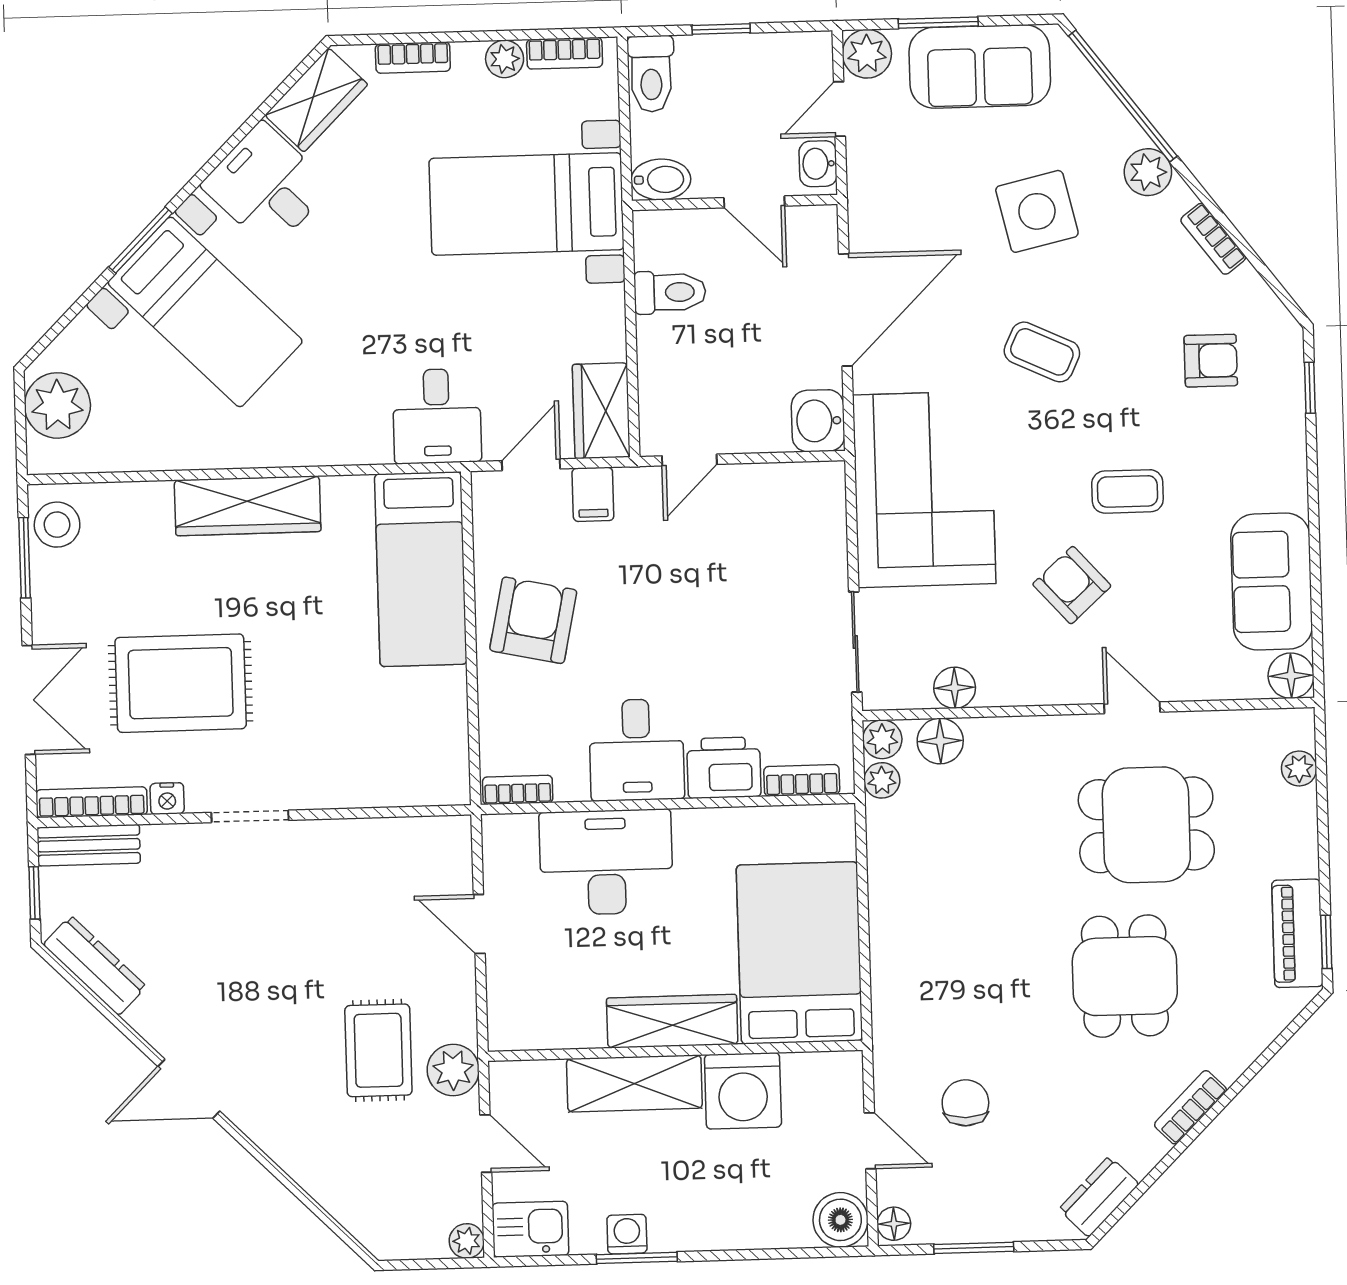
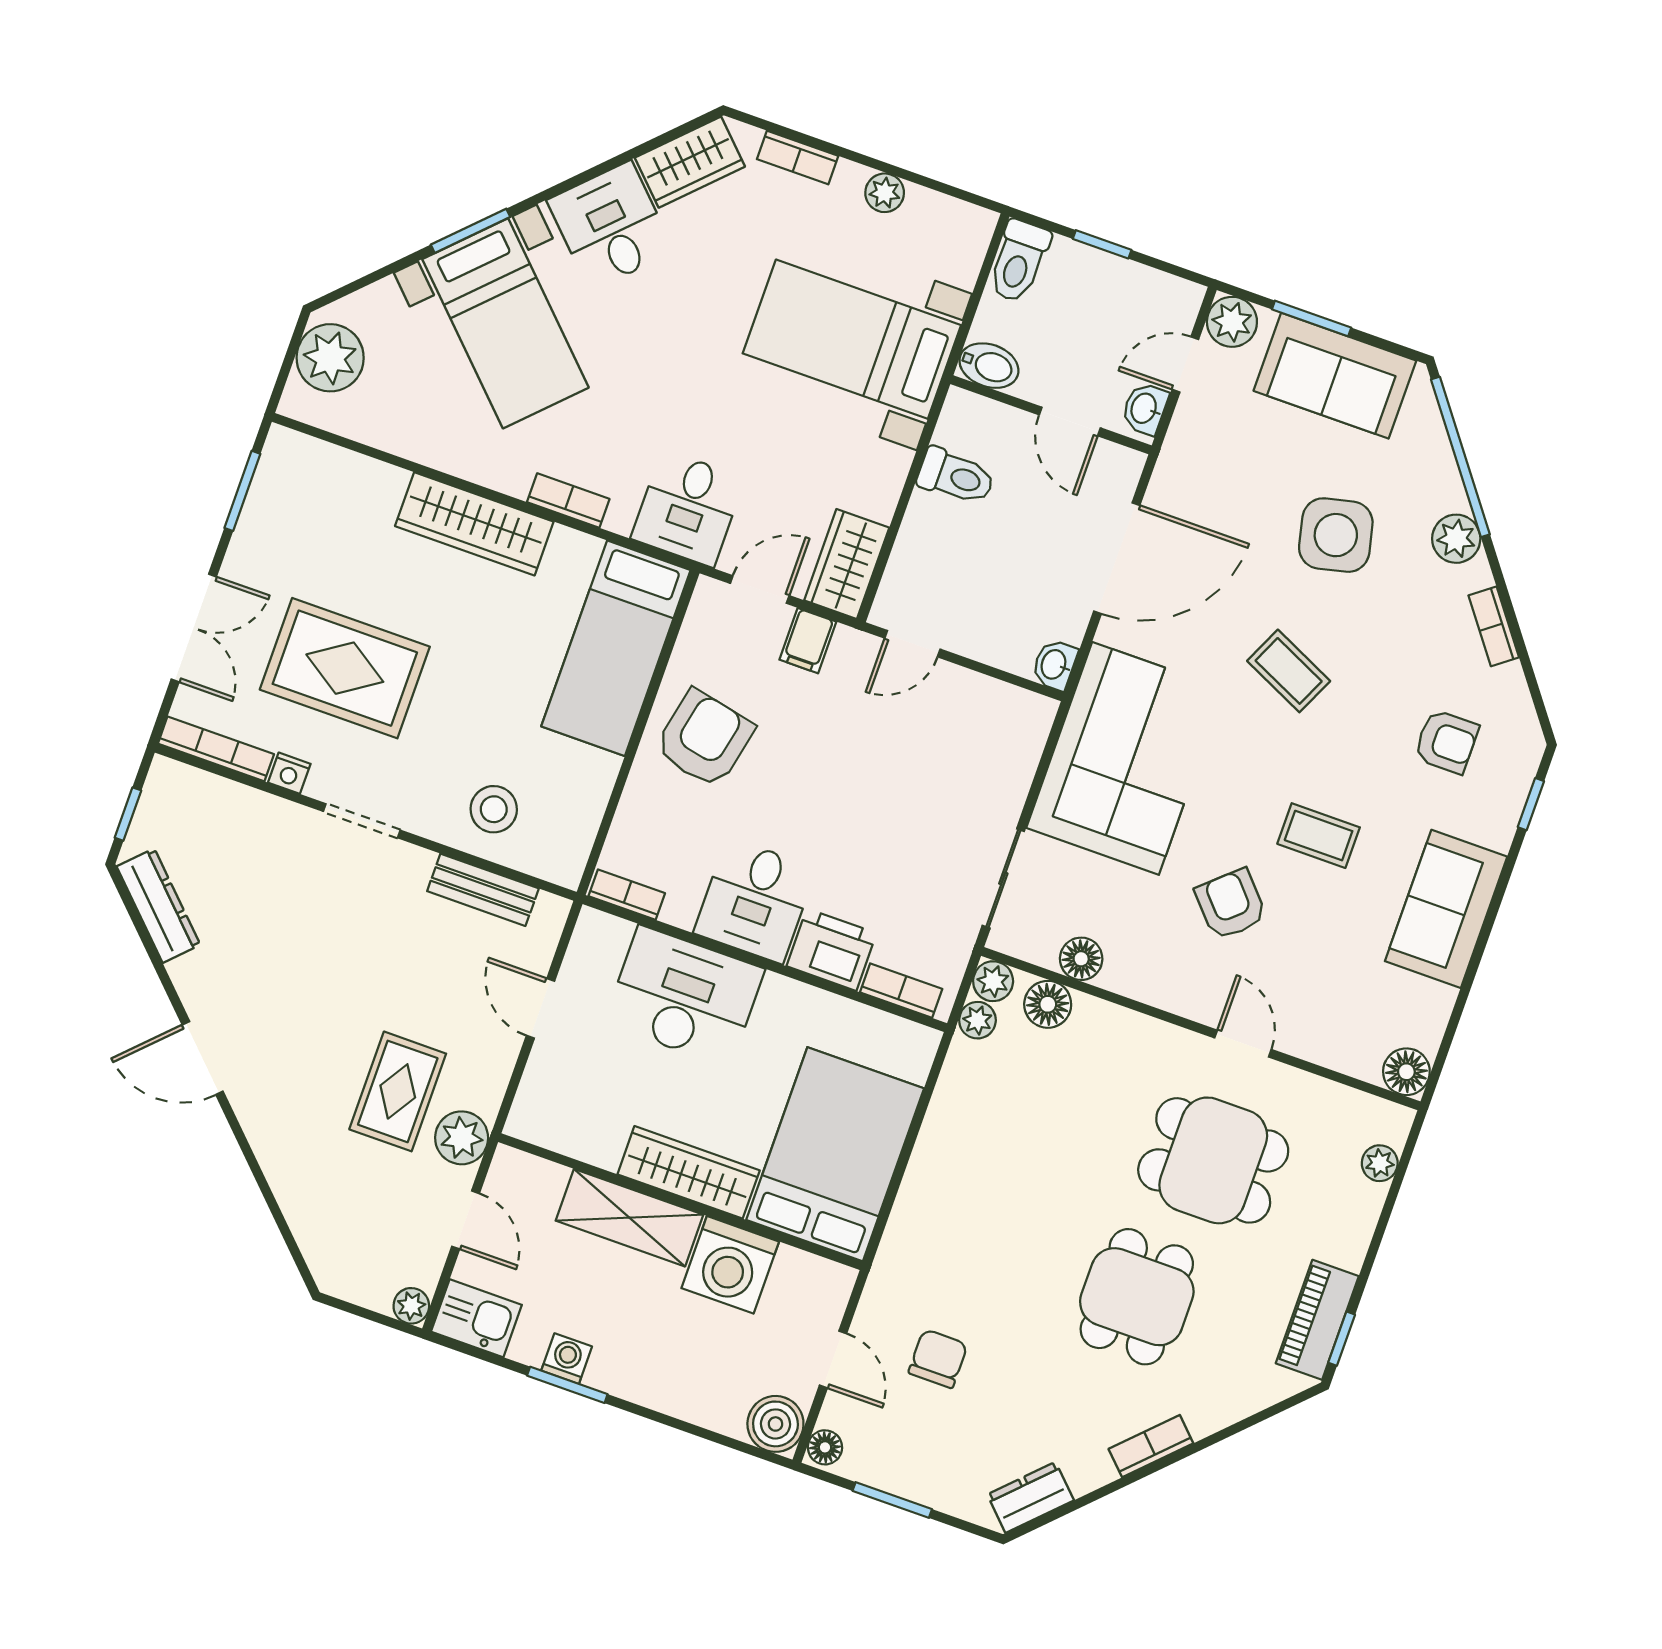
bookcase: (565, 53) -> (568, 500), moved, turned 180
washbasin: (818, 421) -> (1054, 665), width x0.72, depth x0.69
stool: (57, 525) -> (494, 809), moved
sofa: (1272, 582) -> (1446, 909), moved
bench: (89, 845) -> (483, 890), moved

